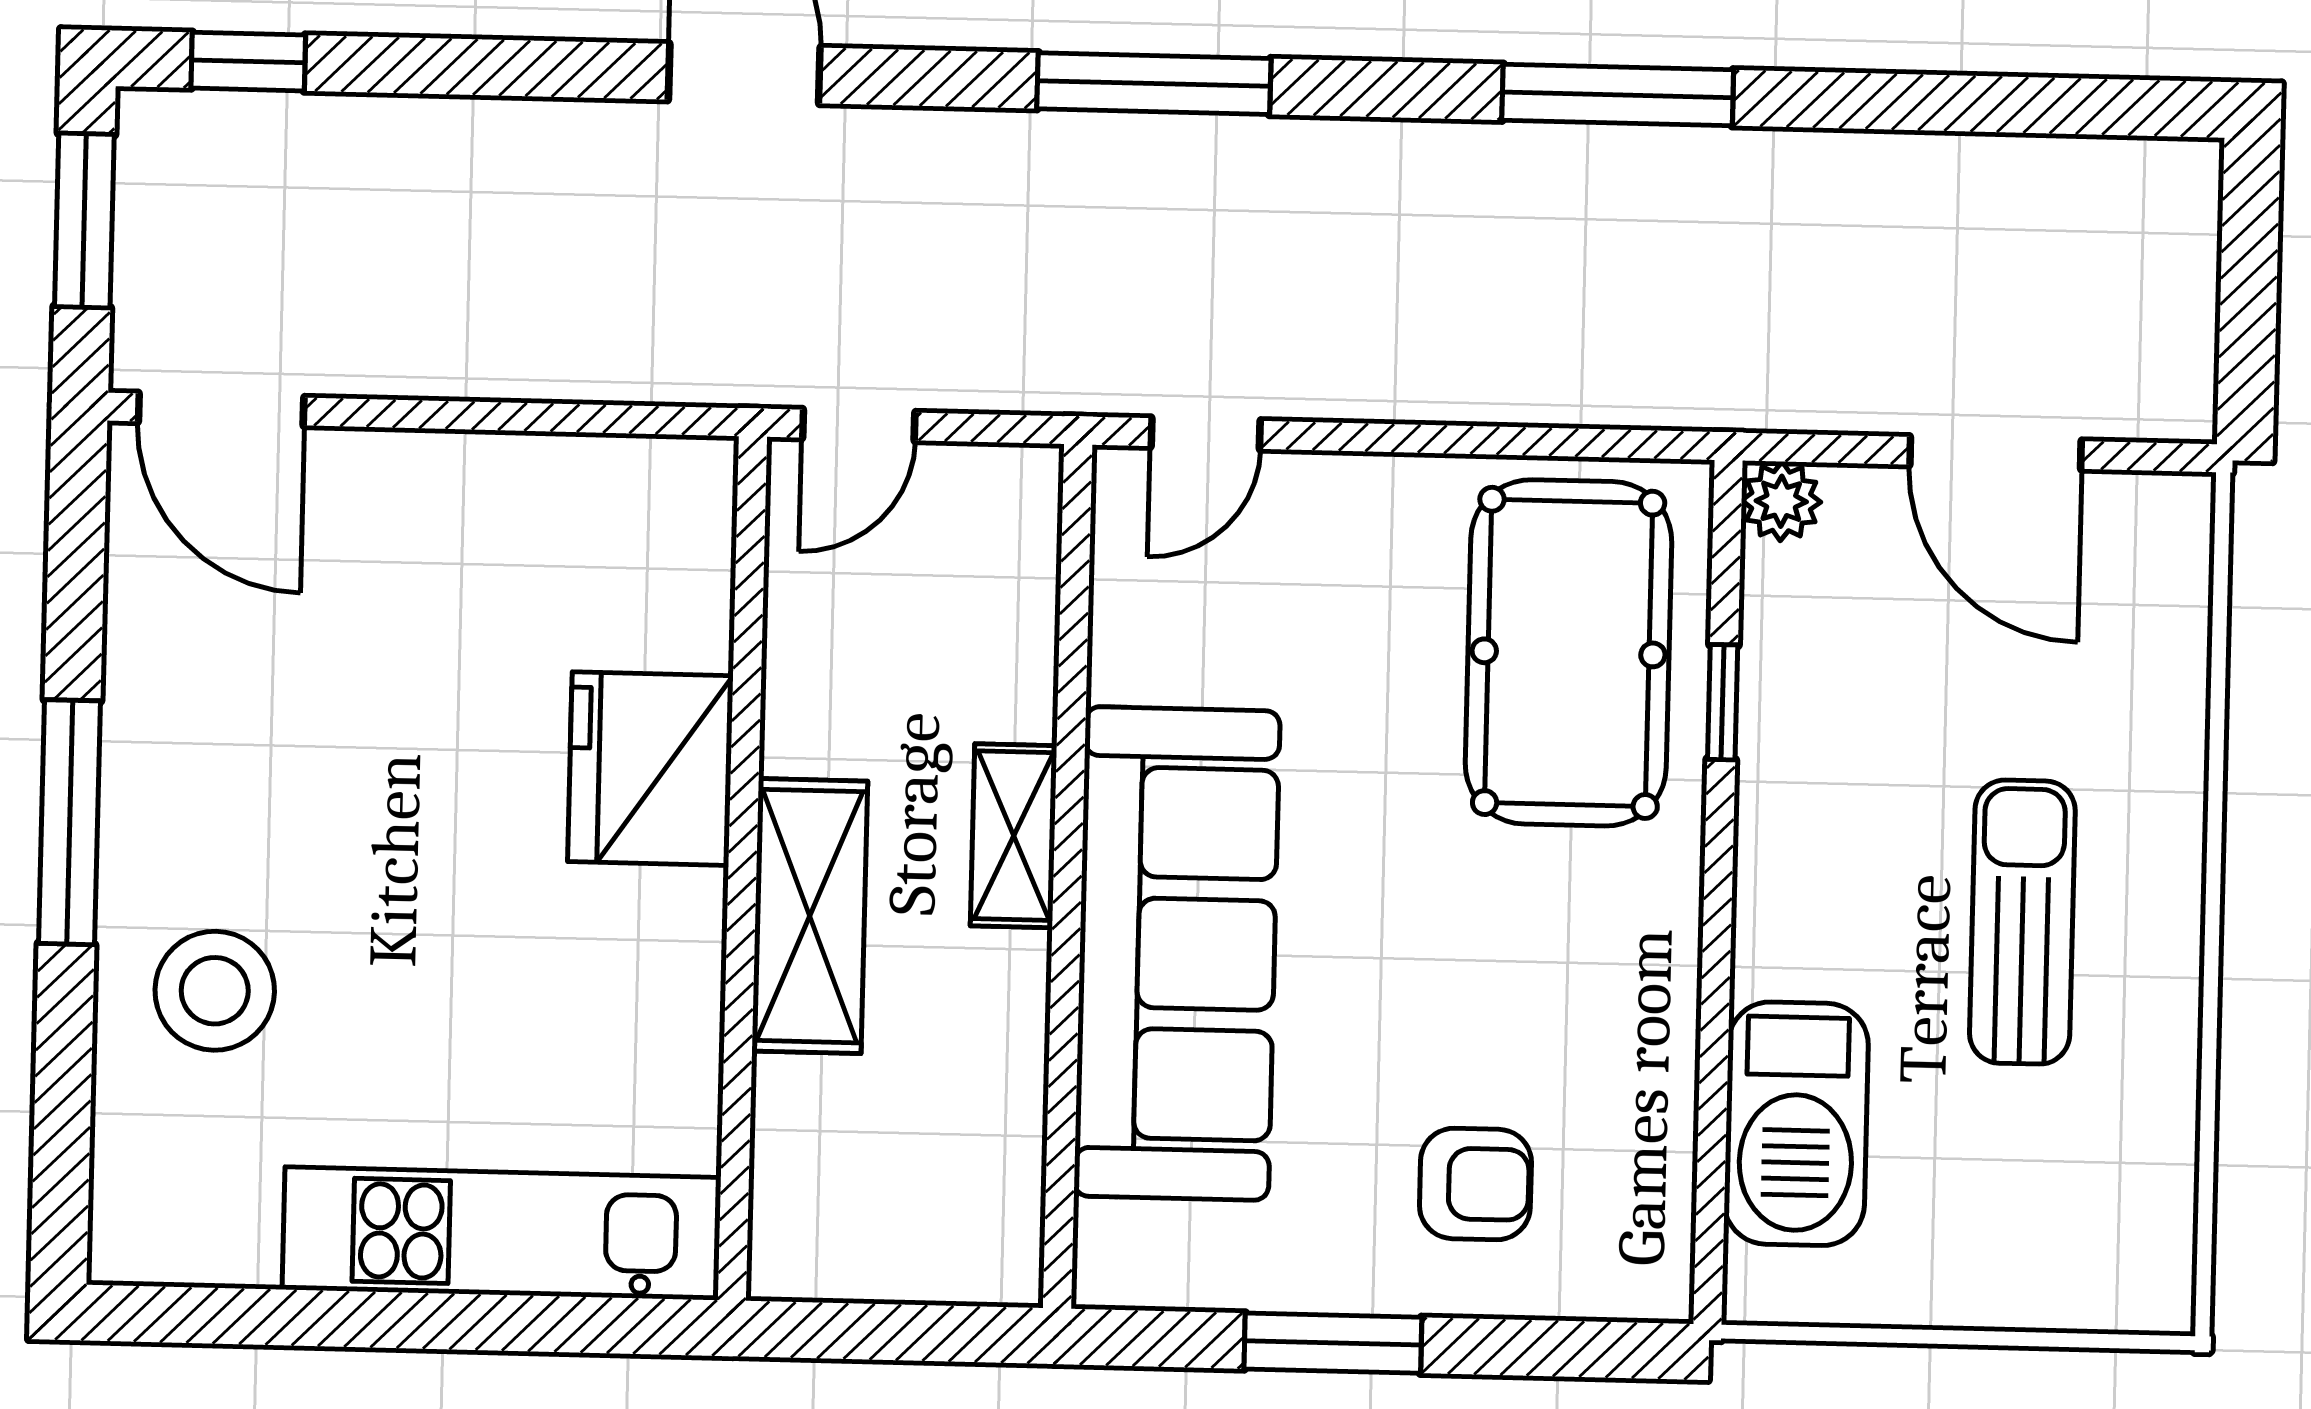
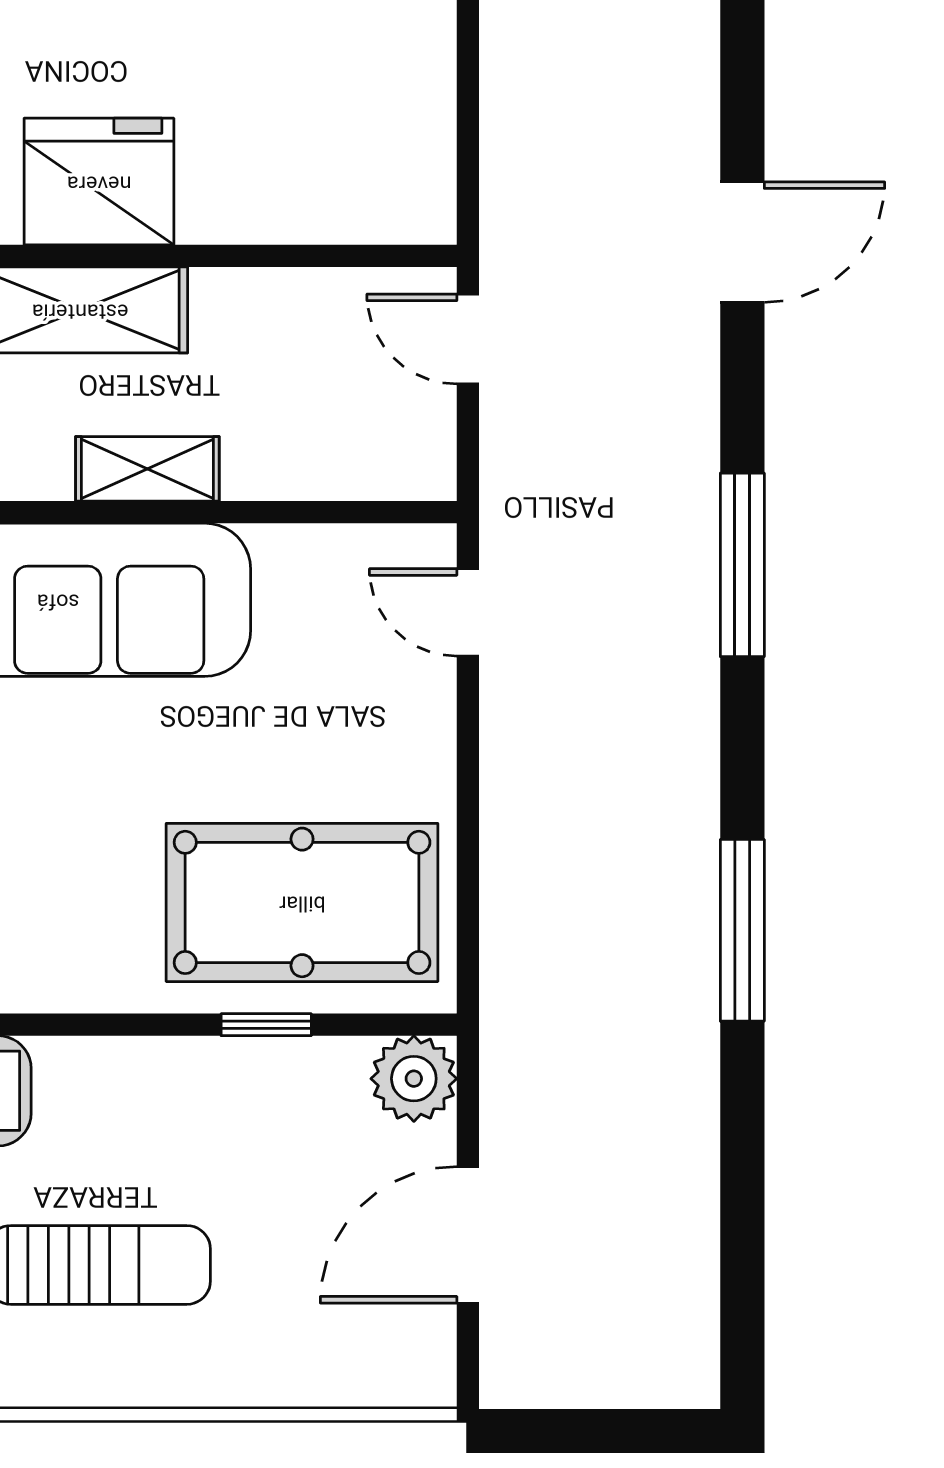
plant: (1781, 501) -> (414, 1079), width x1.38, depth x1.38
fridge: (650, 769) -> (99, 182), moved

